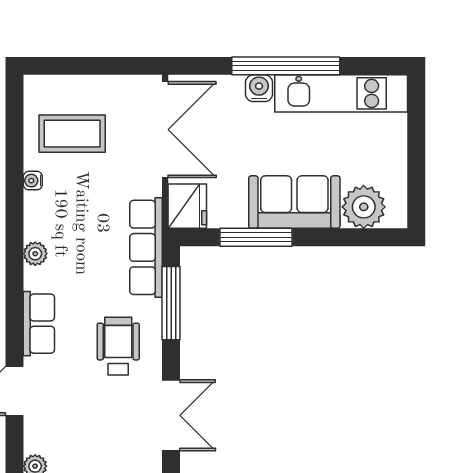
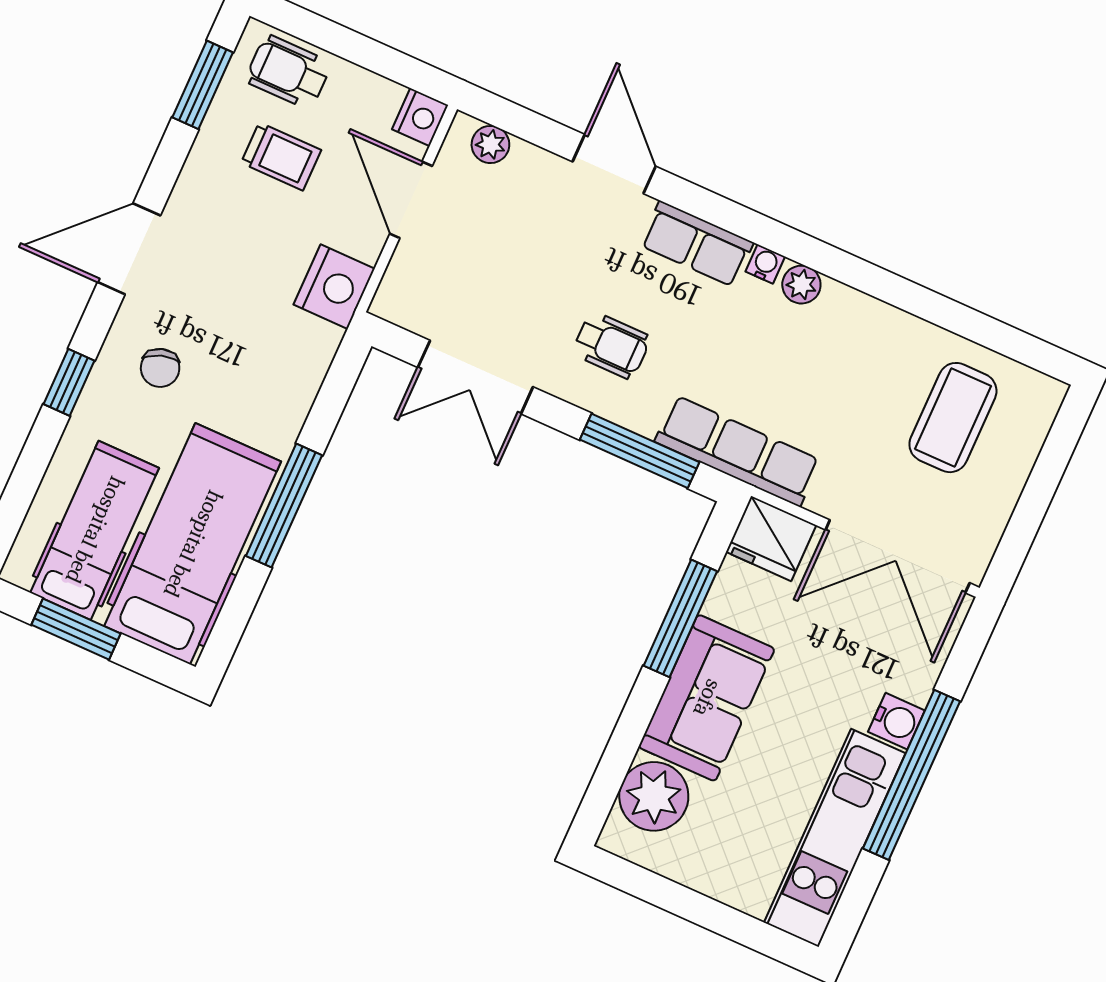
water cooler: (33, 181) -> (765, 264), moved
wheelchair: (118, 346) -> (611, 345), width x0.73, depth x0.73

